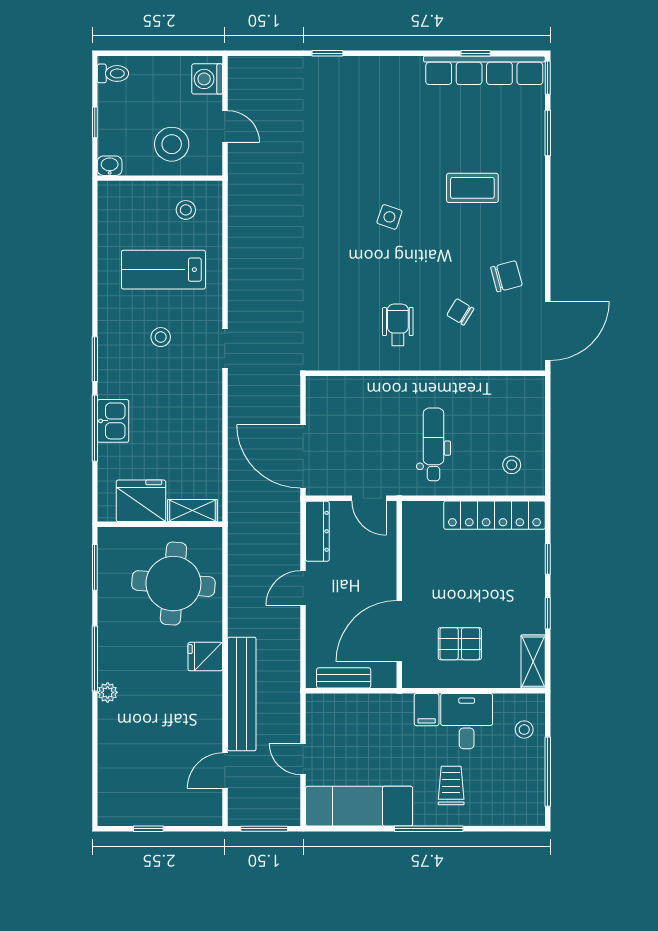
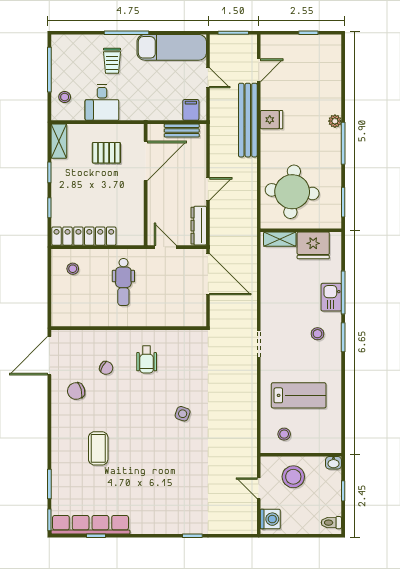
coffee table: (472, 188) -> (98, 448), turned 90
side table: (389, 217) -> (183, 414), moved
stool: (161, 337) -> (317, 334), moved
fridge: (205, 657) -> (272, 120), moved
filing cabinet: (427, 710) -> (191, 110), moved

